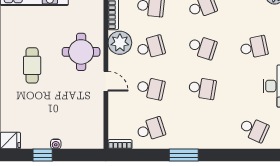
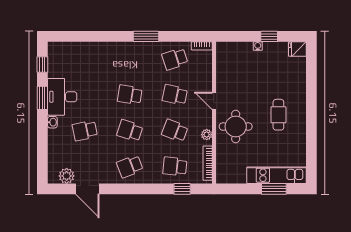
plant: (120, 43) -> (207, 135), width x0.53, depth x0.53
school desk: (151, 47) -> (175, 131), turned 36
school desk: (254, 129) -> (85, 59), removed

